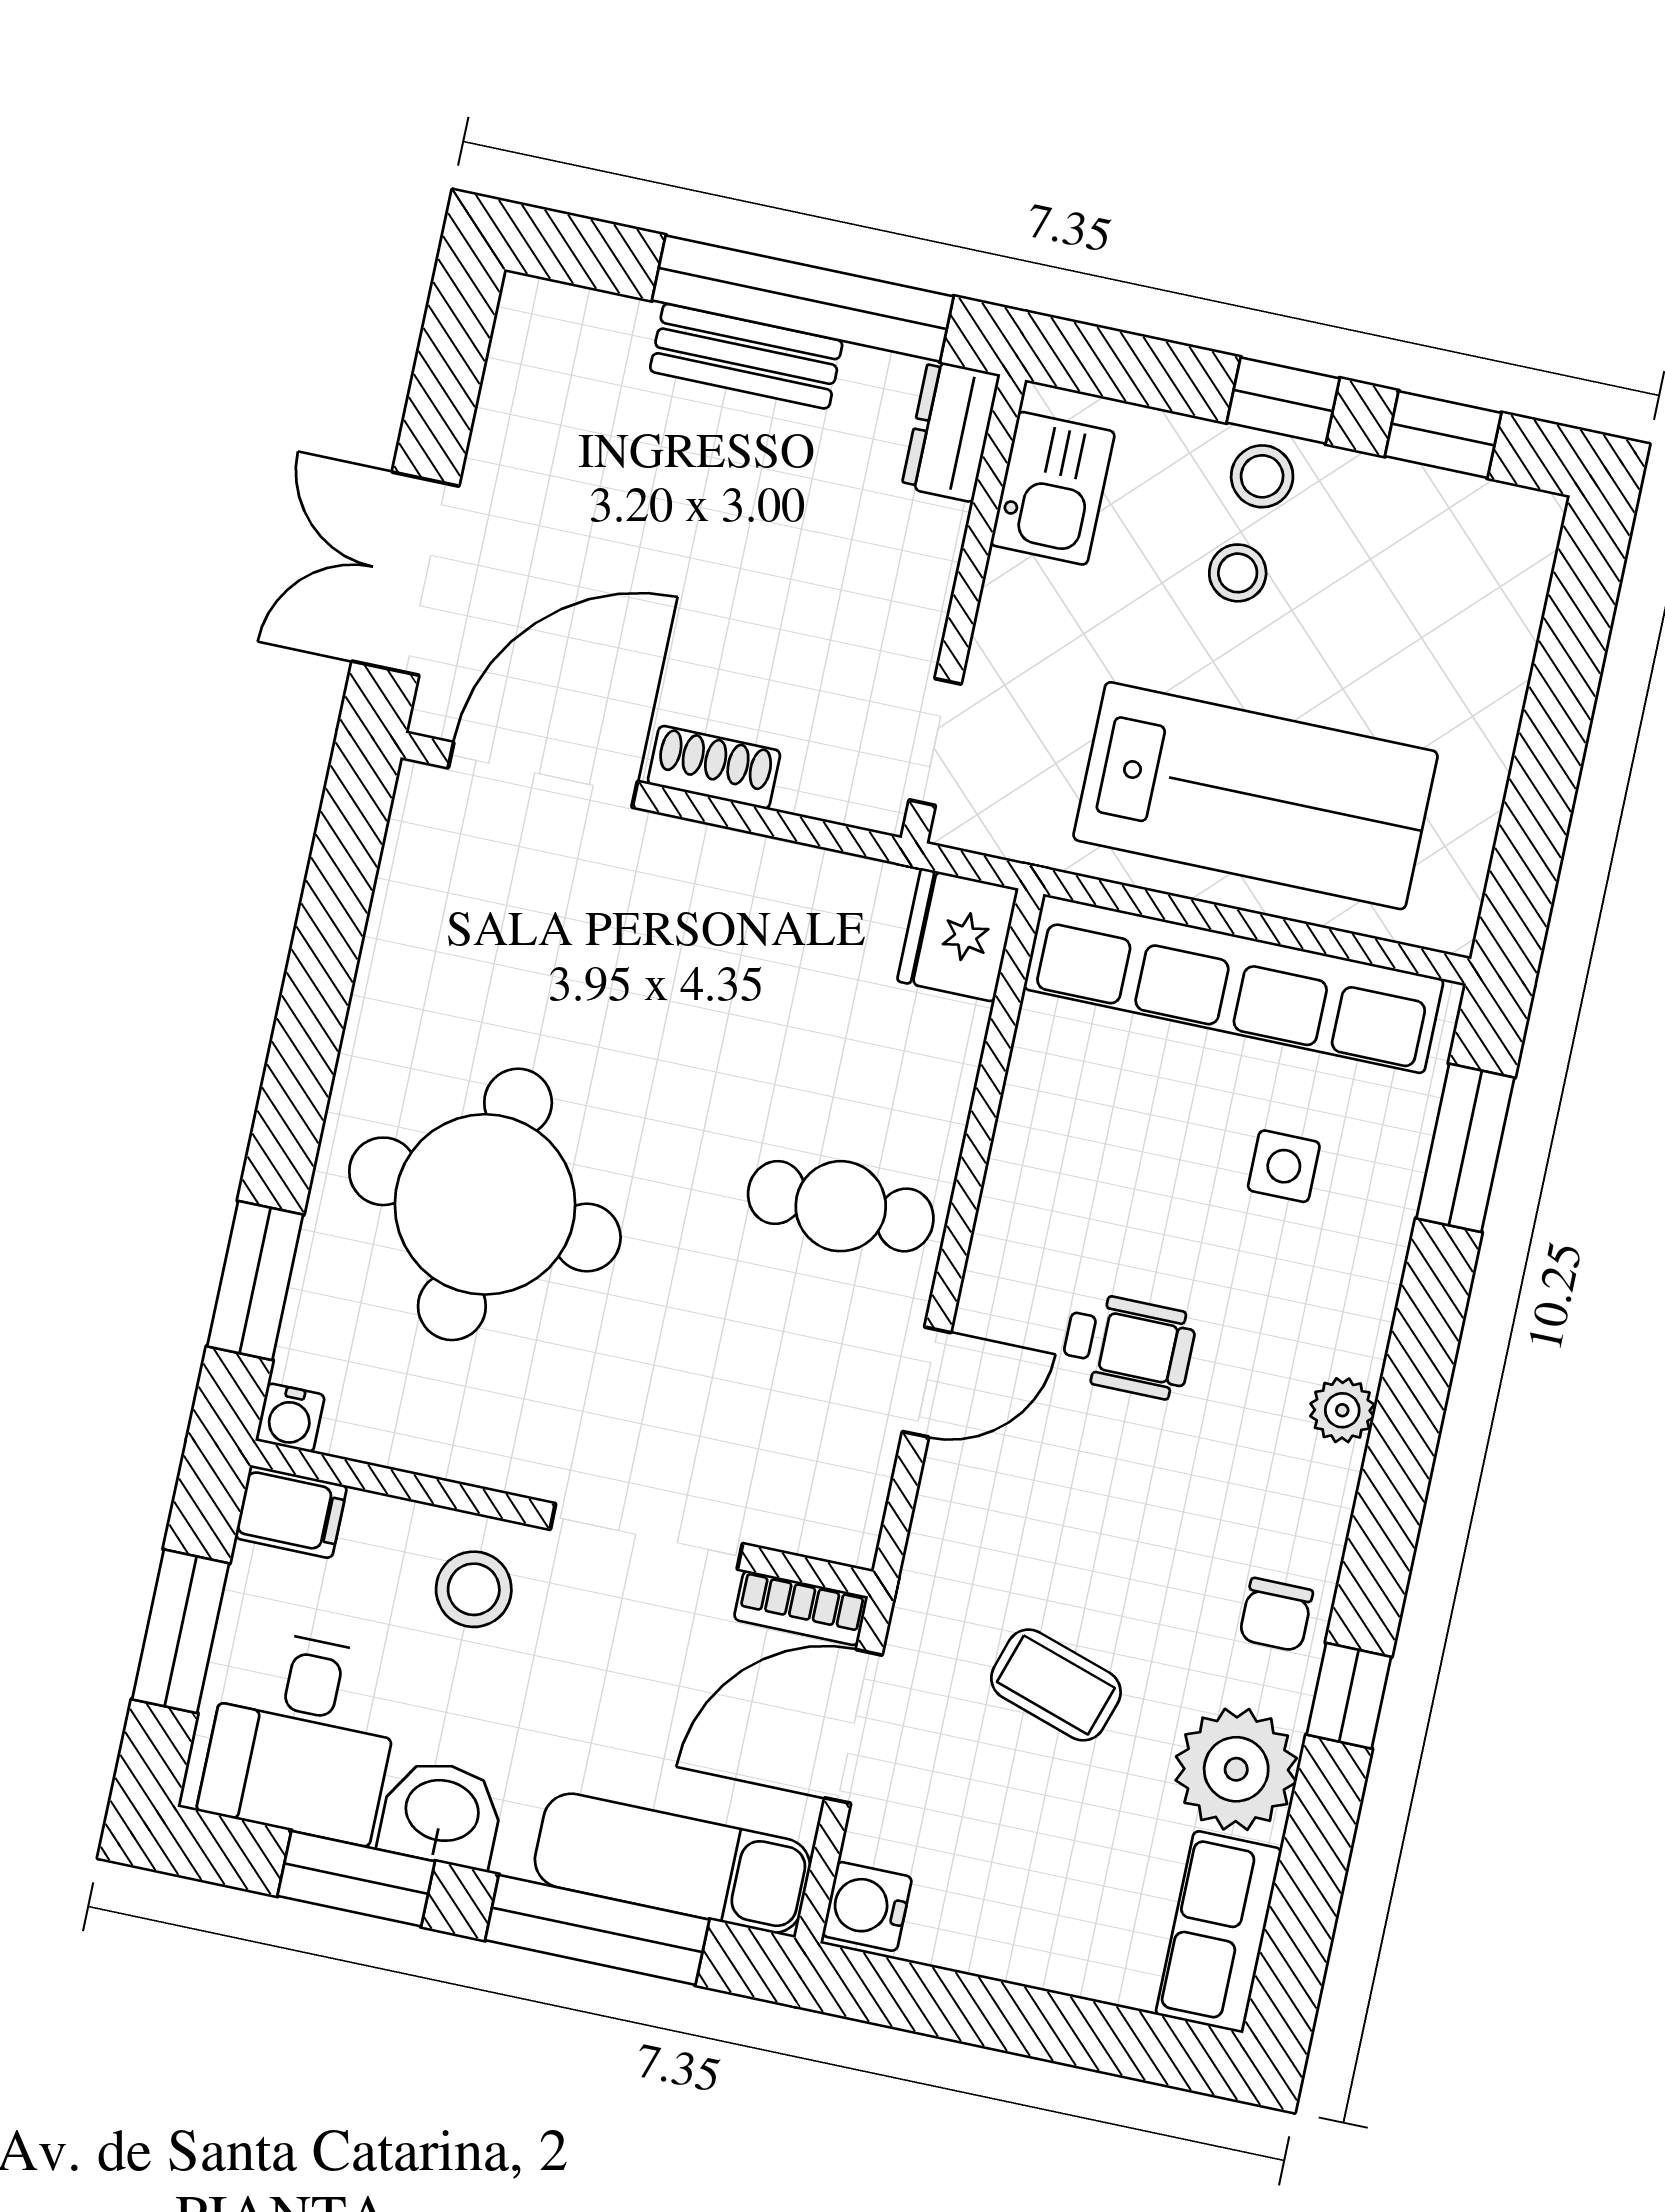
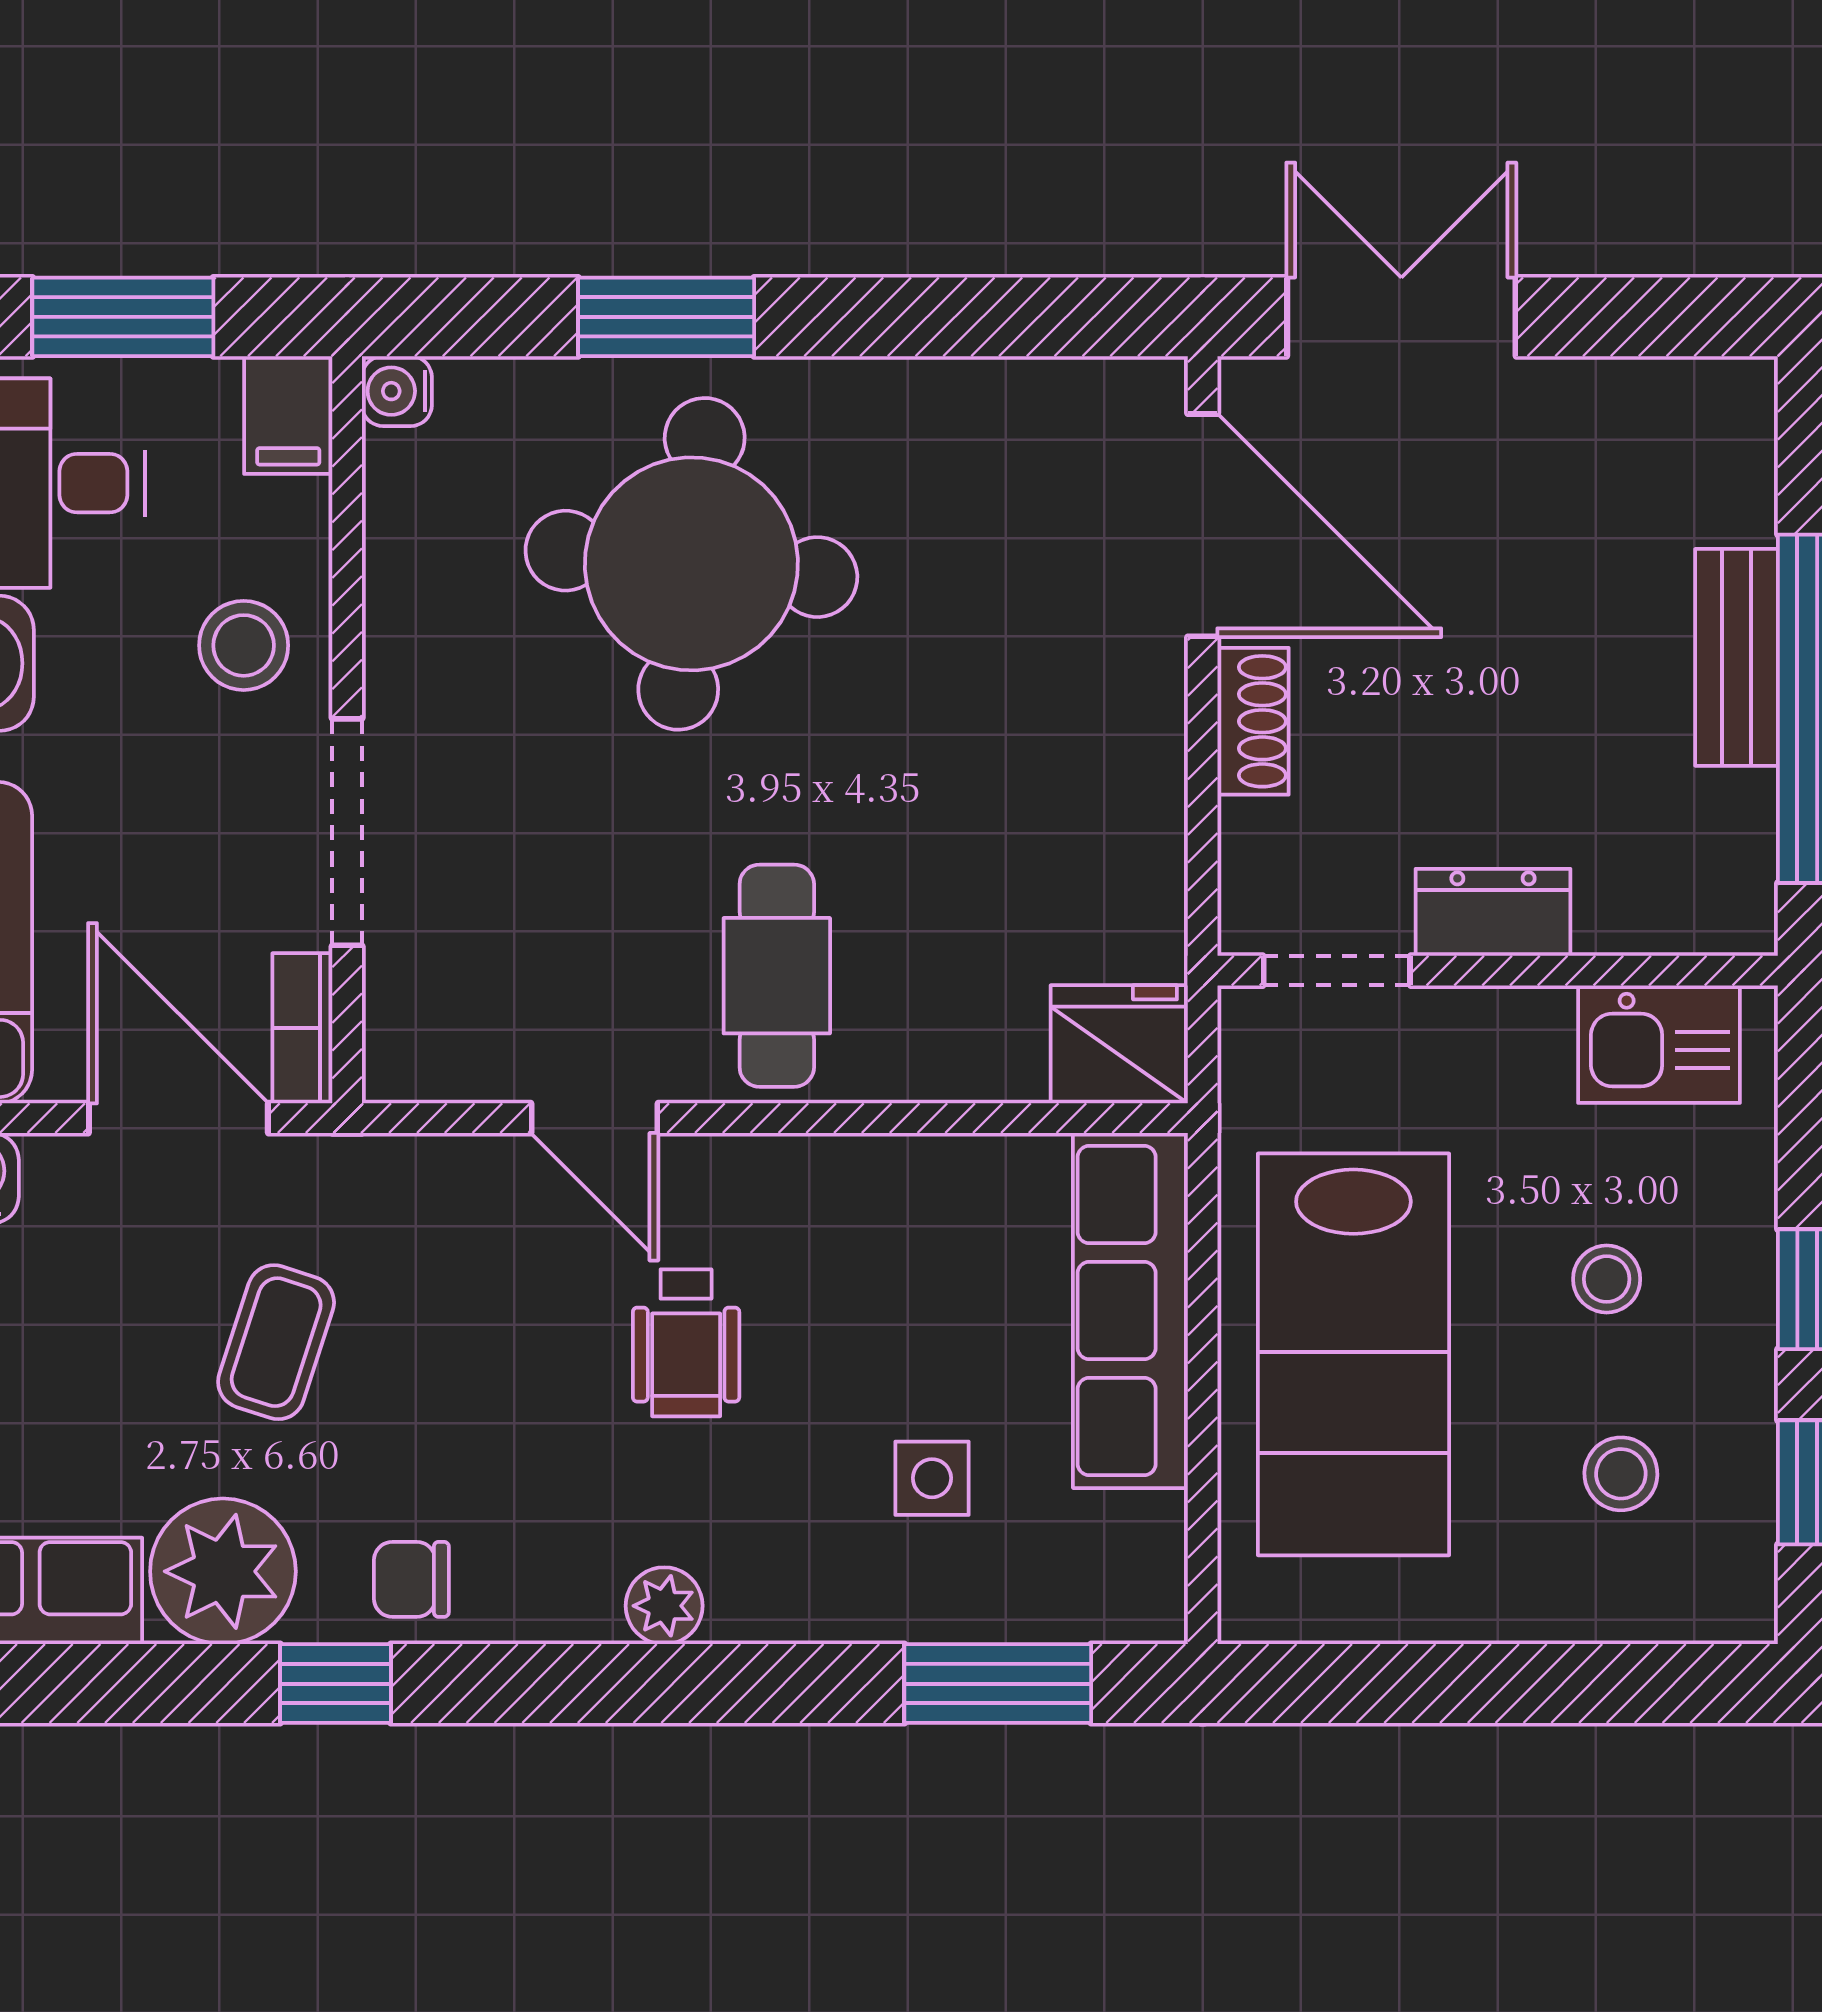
dresser: (951, 431) -> (1493, 912), moved
stool: (1262, 476) -> (1621, 1474), moved
row of seats: (1234, 984) -> (1130, 1310), width x0.73
window: (255, 1280) -> (666, 317), moved

